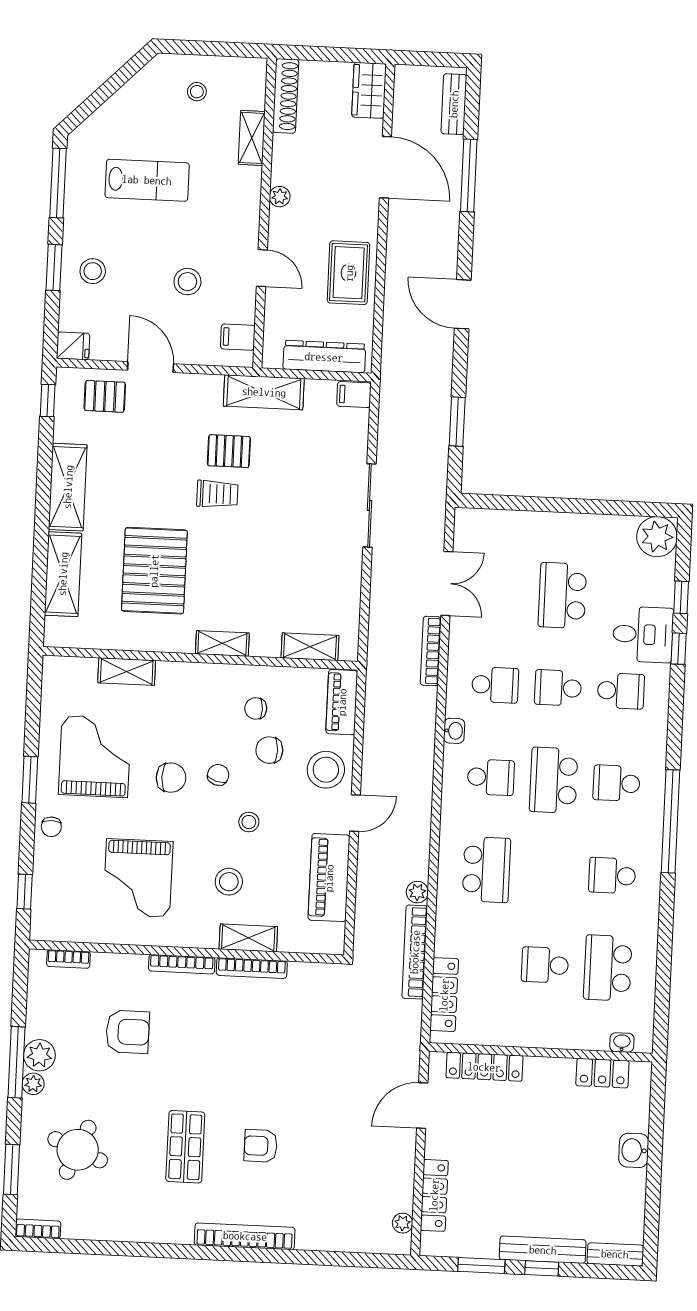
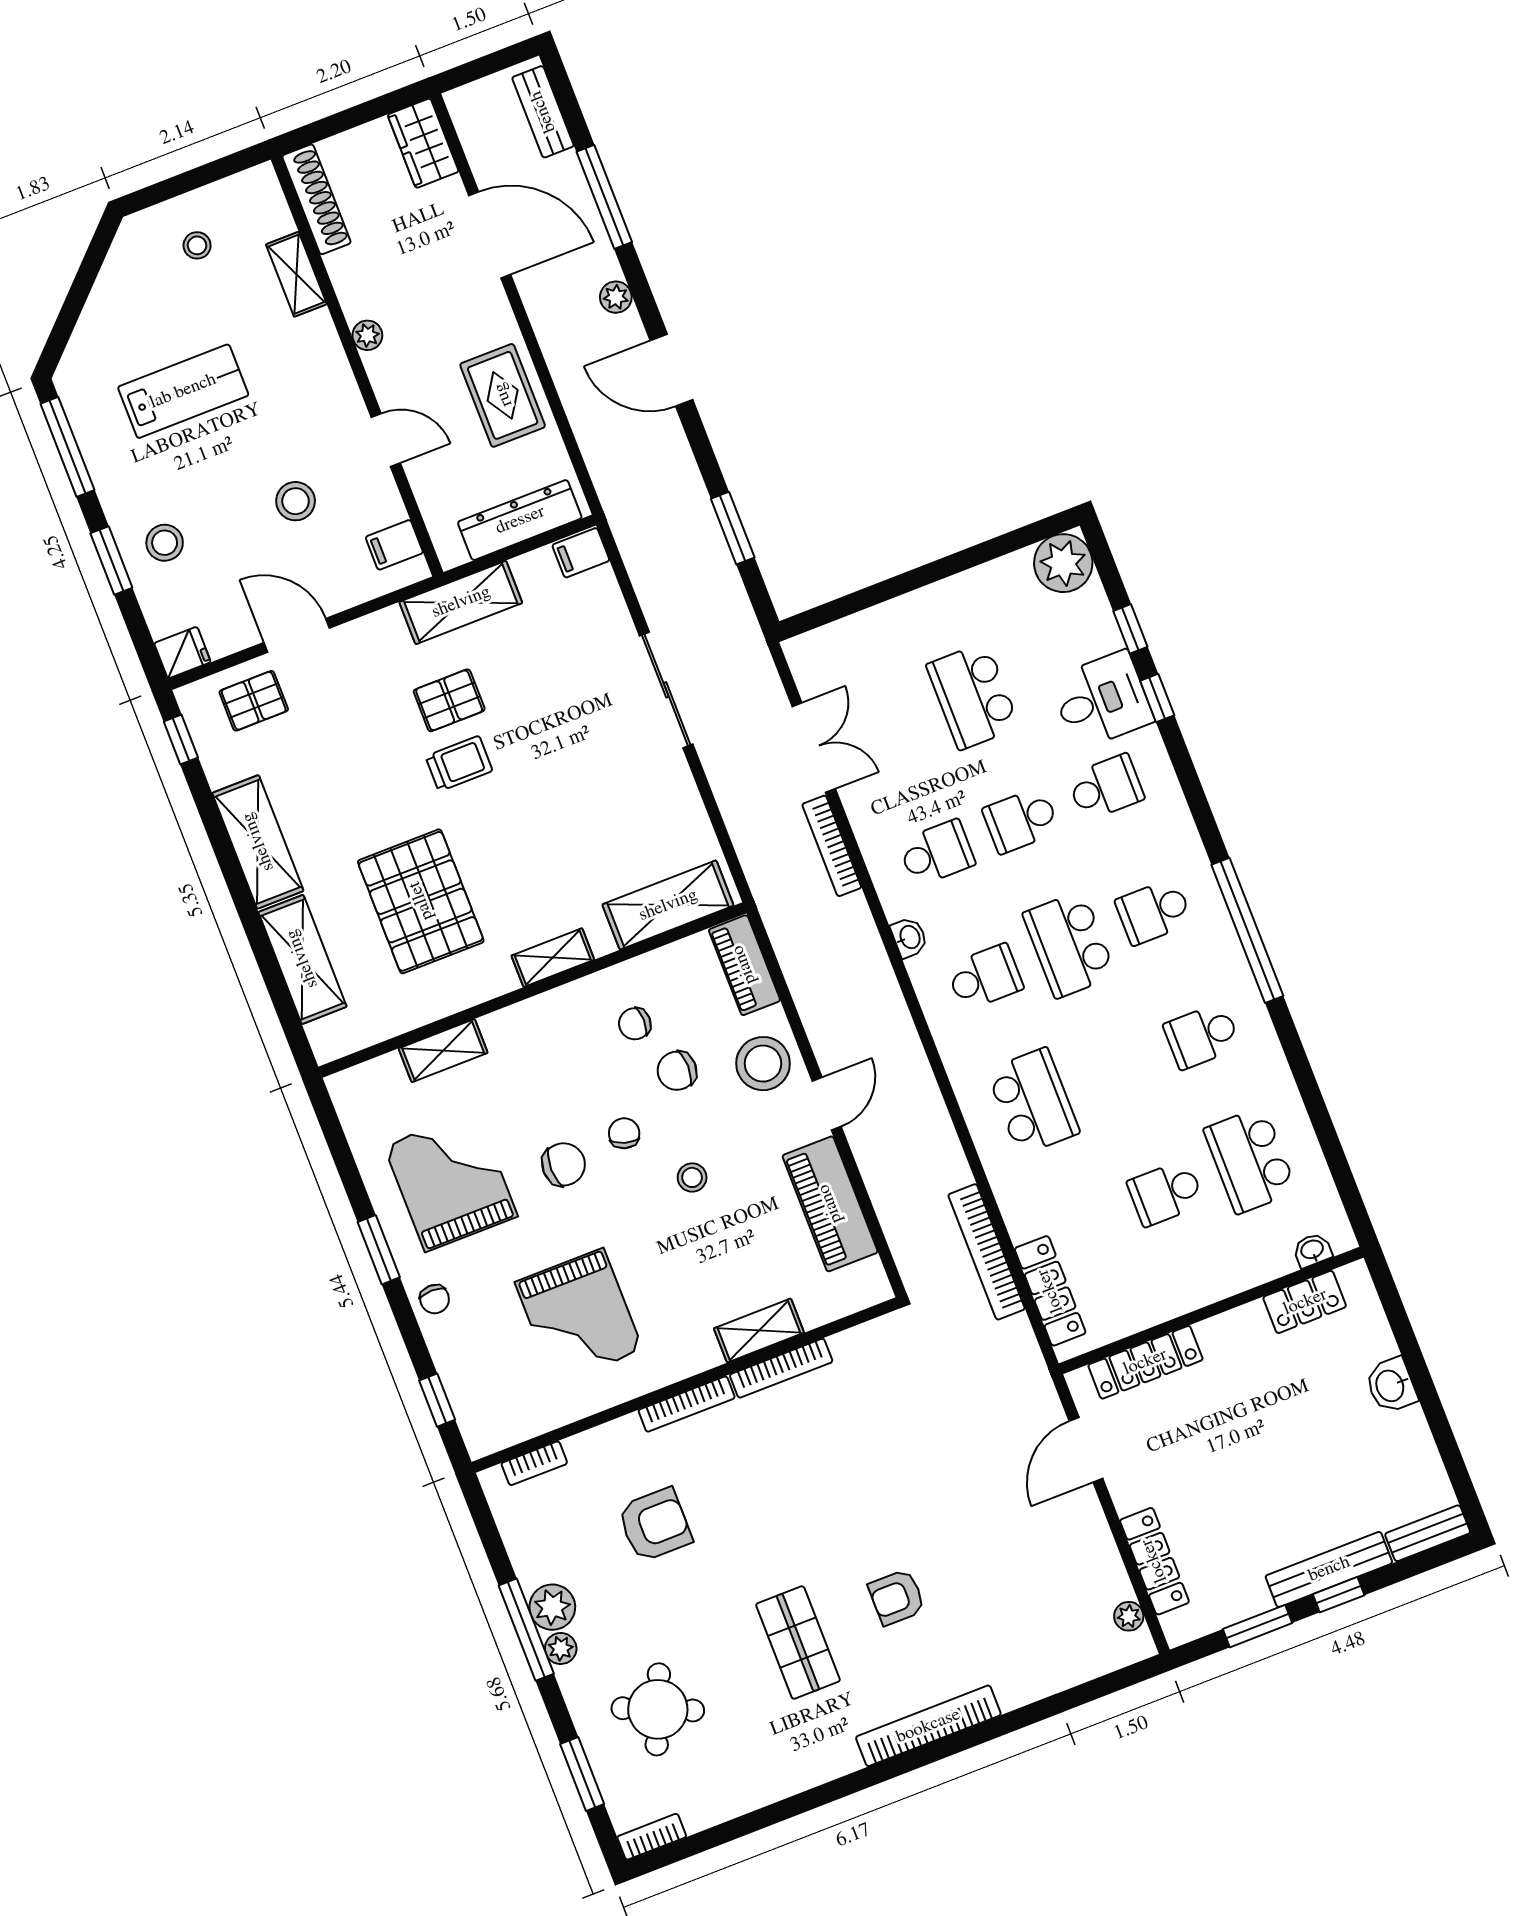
shelving: (310, 647) -> (668, 905), width x1.50, depth x1.33
stool: (229, 882) -> (700, 1268), removed
plant: (417, 892) -> (616, 297), moved

